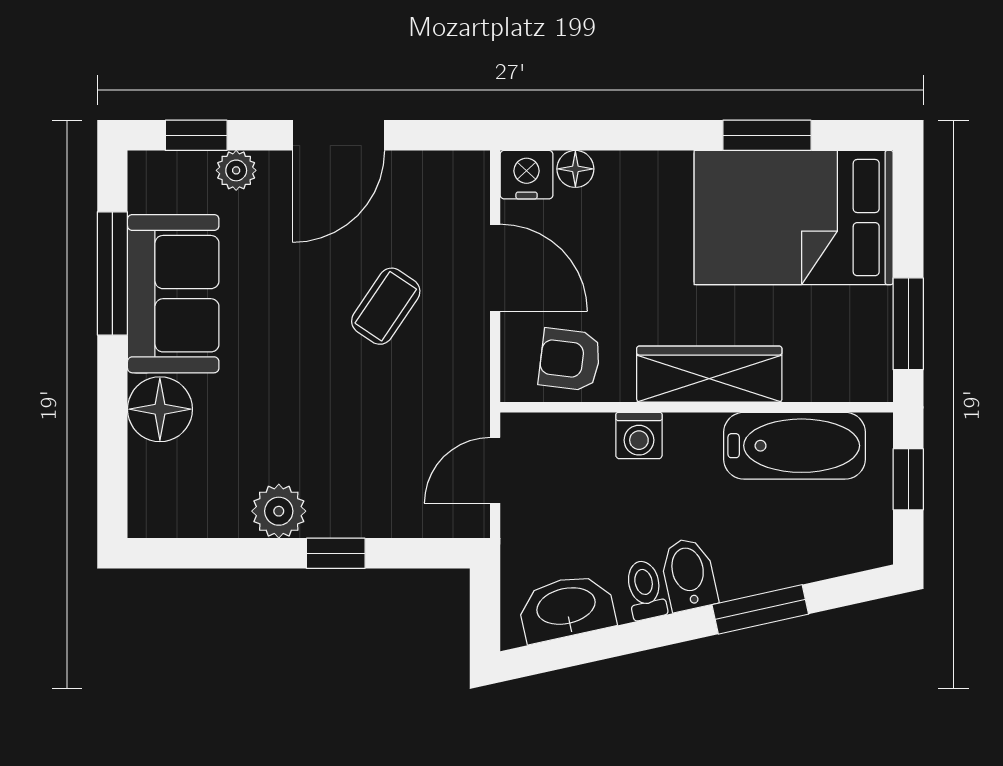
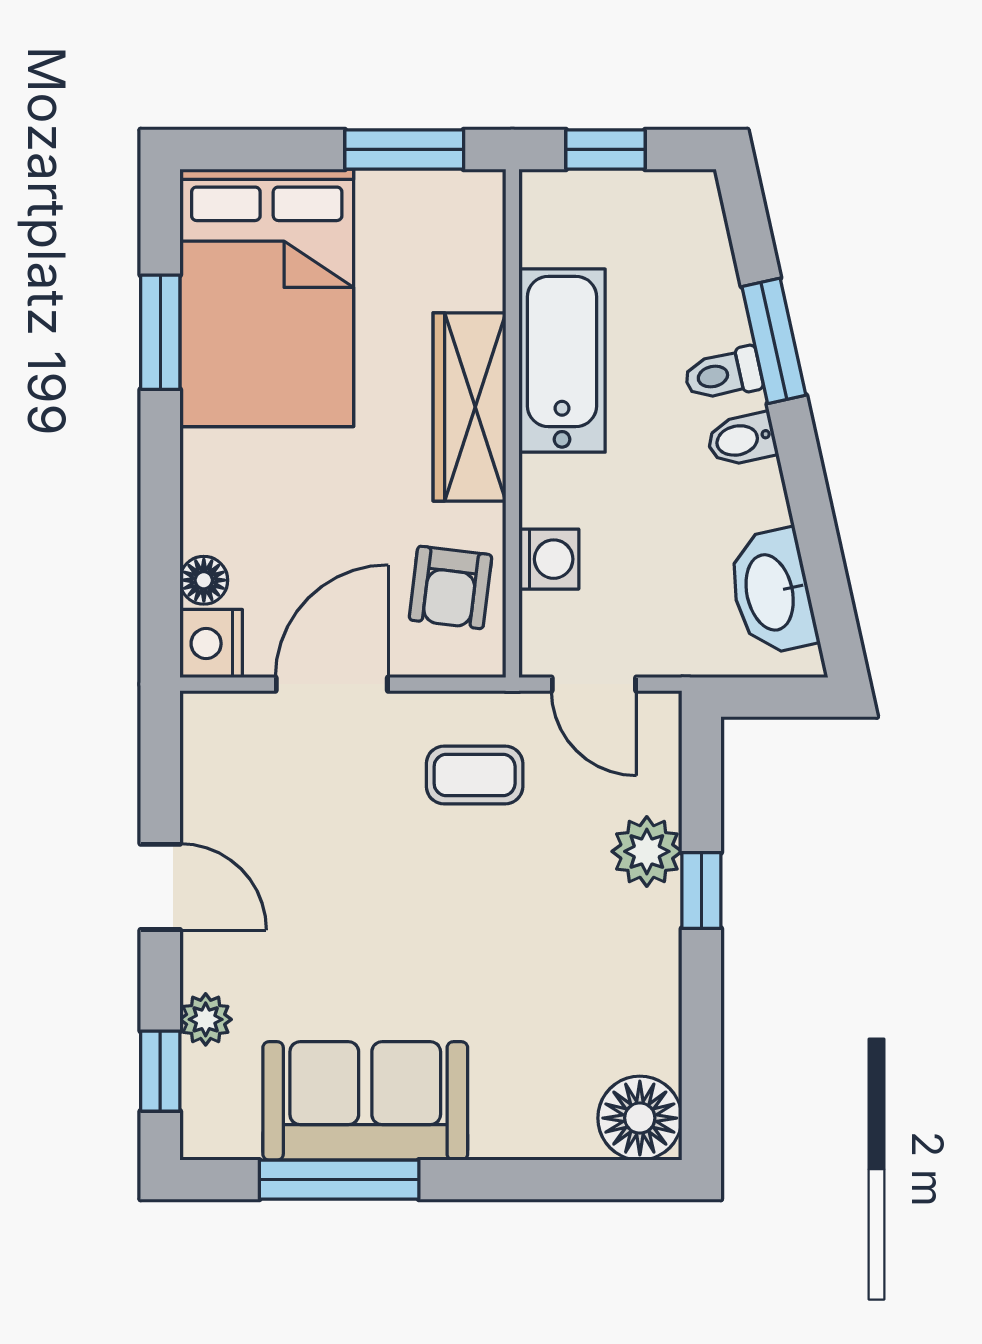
door: (339, 135) -> (160, 887), width x0.73
coffee table: (386, 306) -> (475, 775), moved, turned -34
floor lamp: (160, 409) -> (640, 1118), moved
washing machine: (639, 436) -> (549, 559), moved
bathtub: (794, 446) -> (562, 361), moved
plant: (279, 511) -> (647, 851), moved
bidet: (689, 574) -> (742, 439), width x0.72, depth x0.74
toilet: (645, 590) -> (723, 374), moved

